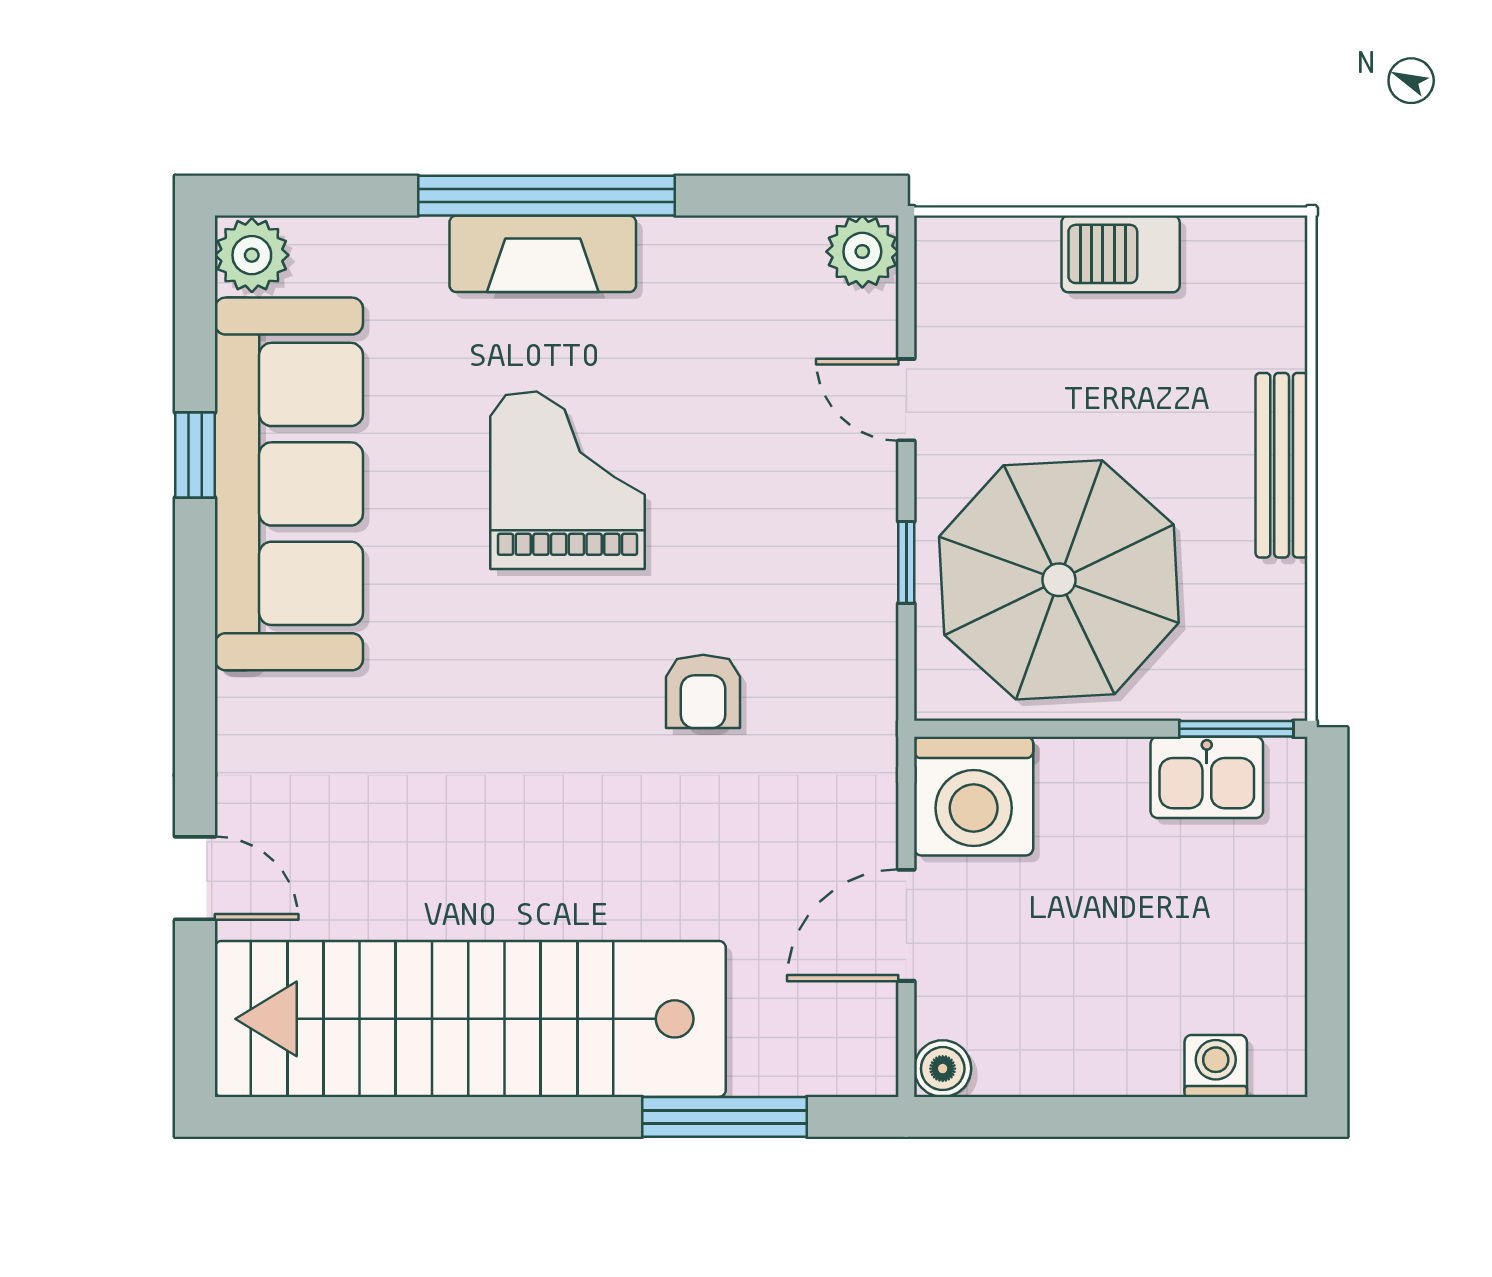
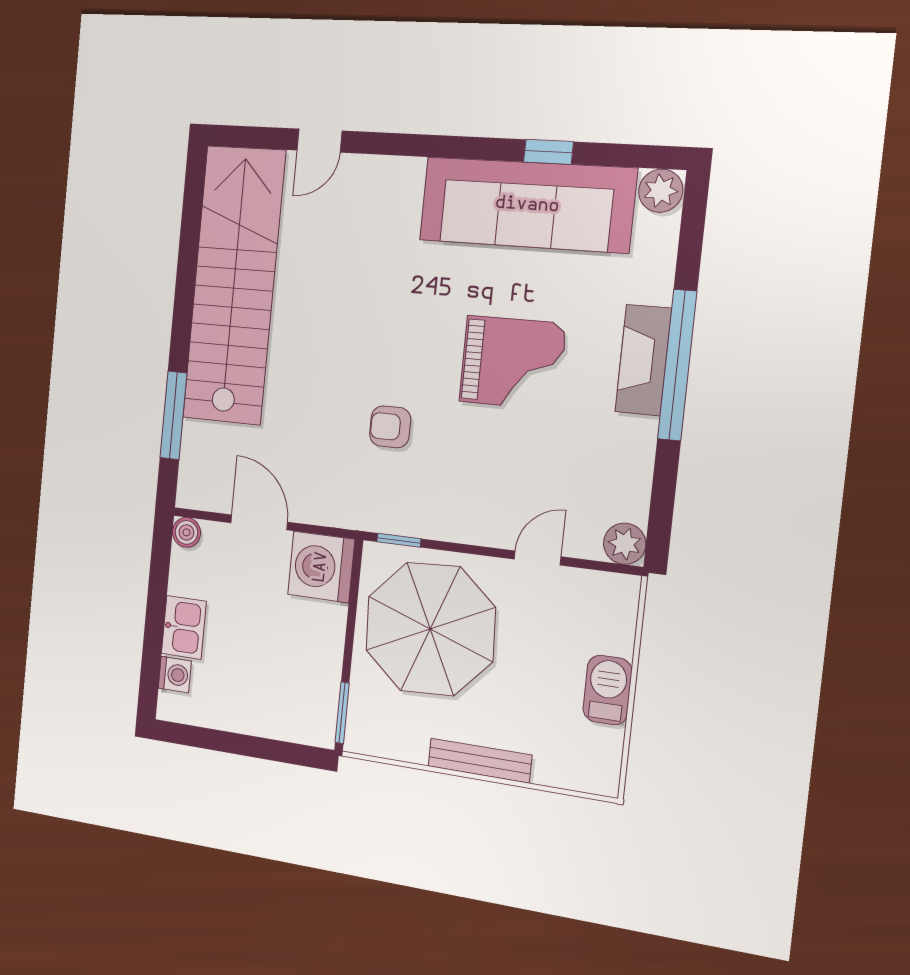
window: (906, 562) -> (399, 540), moved
kitchen sink: (1207, 777) -> (184, 627), moved, turned 180

